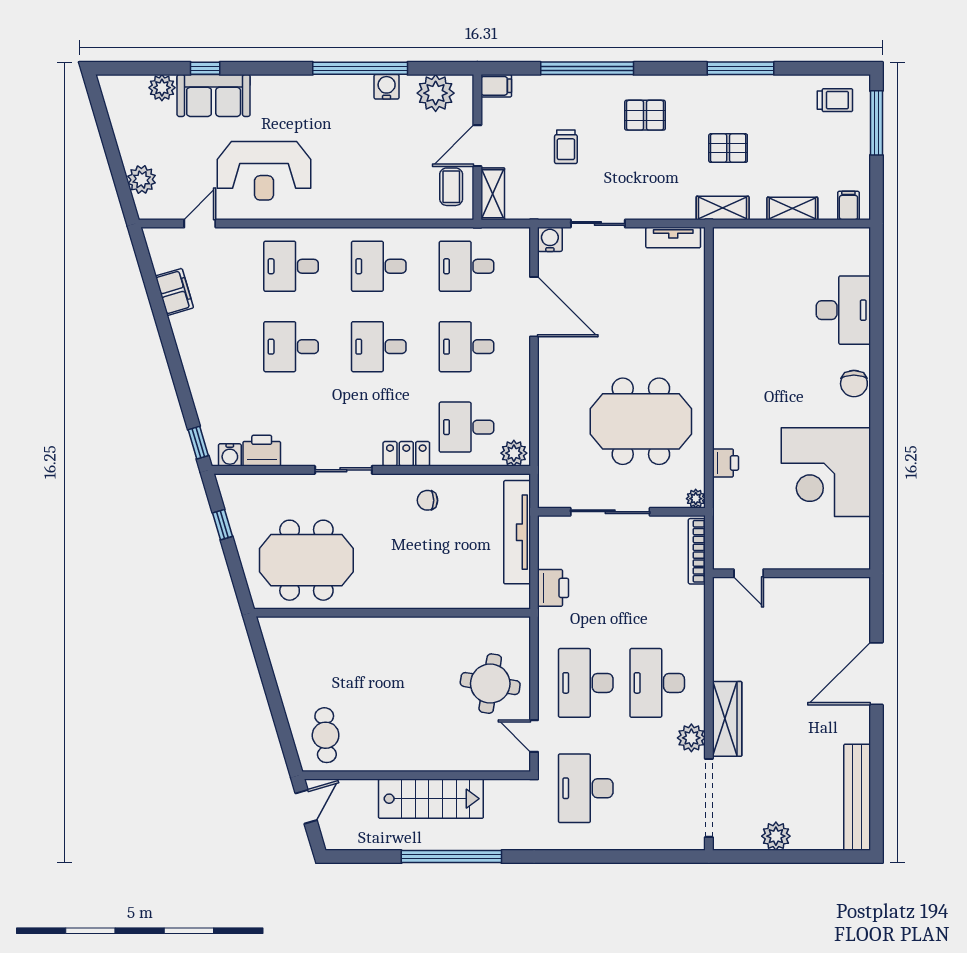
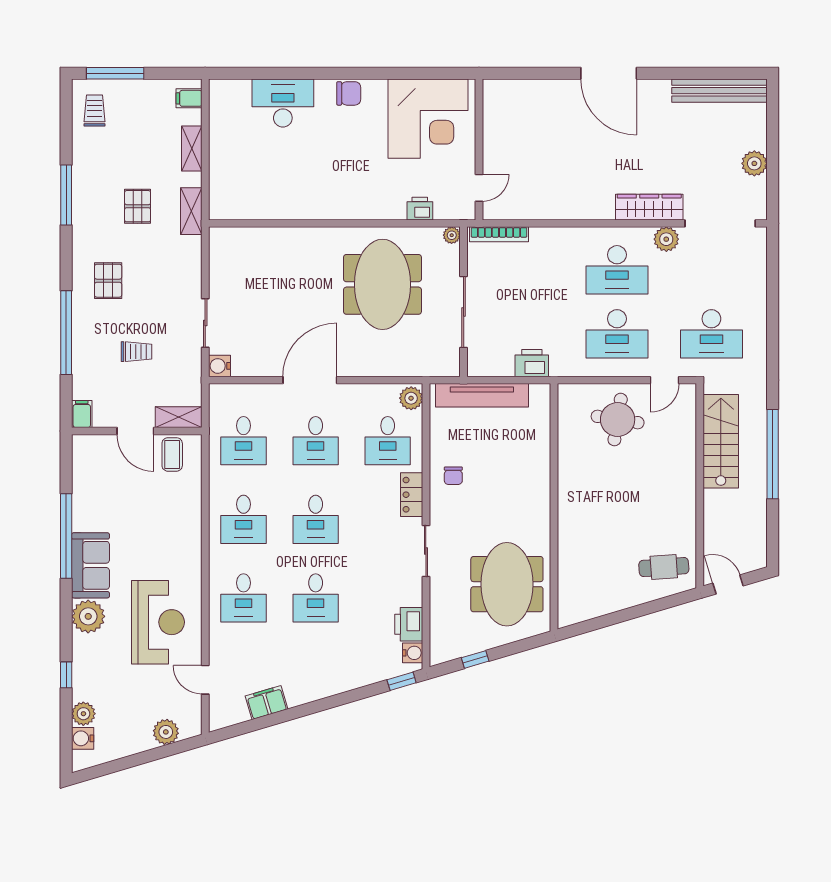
water cooler: (387, 87) -> (83, 738), moved
plant: (436, 93) -> (88, 616), moved
sofa: (214, 96) -> (90, 565), moved
coffee table: (451, 187) -> (172, 454), turned 90
tv unit: (673, 238) -> (218, 255), removed
door: (534, 307) -> (310, 380), moved
door: (749, 573) -> (479, 188), moved
wall: (791, 573) -> (479, 149), moved
stairs: (431, 799) -> (721, 441), moved

